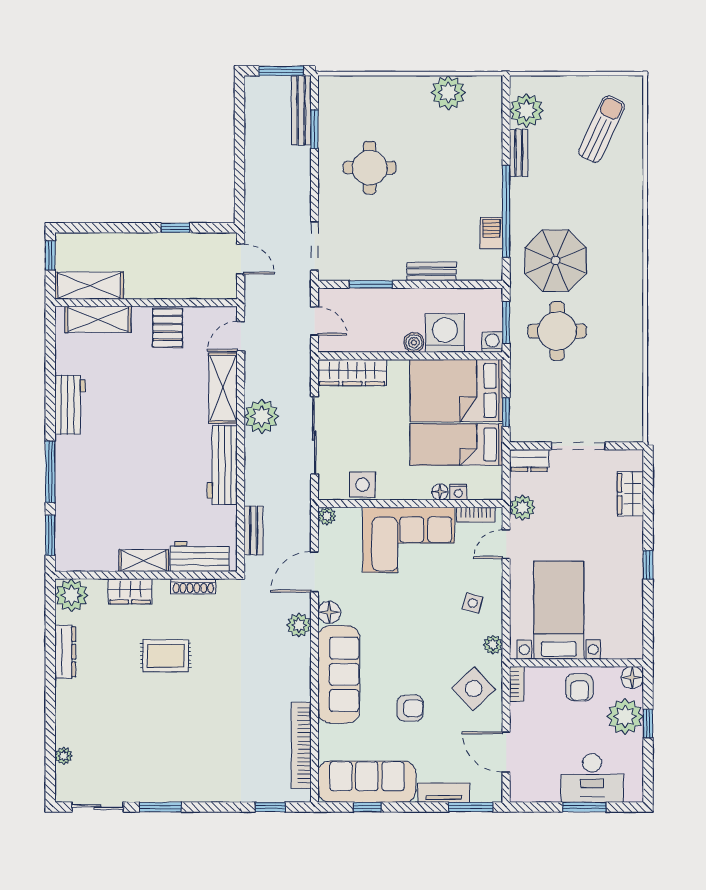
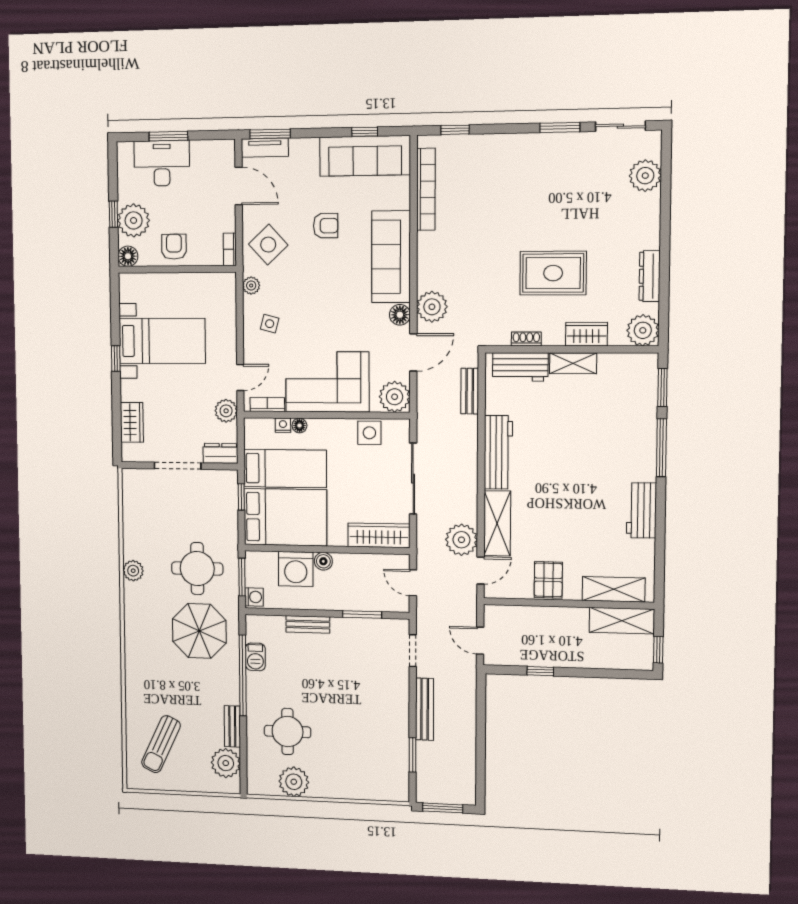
bench: (301, 110) -> (425, 709), moved
round table: (370, 168) -> (288, 732), moved
doorway: (314, 246) -> (413, 651), width x0.73
plant: (631, 327) -> (133, 571), added
washing machine: (492, 342) -> (254, 597), moved, turned -90
plant: (262, 416) -> (461, 540), moved
plant: (327, 516) -> (395, 397), width x1.88, depth x1.88
shoe rack: (193, 586) -> (526, 339), width x0.70
bed with nightstands: (559, 610) -> (162, 341), moved, turned -90
plant: (299, 625) -> (432, 307), width x1.36, depth x1.36
rug: (166, 656) -> (553, 273), width x1.36, depth x1.43
armchair: (410, 708) -> (326, 226), turned 180
plant: (64, 756) -> (645, 176), width x1.87, depth x1.87
tv unit: (444, 793) -> (265, 148), moved

